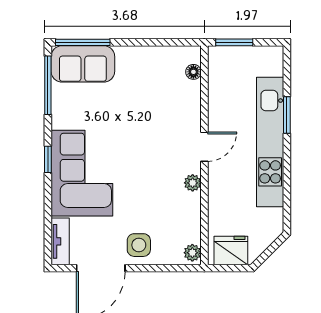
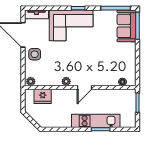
kitchen unit: (270, 142) -> (96, 121), width x0.73
door: (204, 147) -> (85, 87), hinge flipped
fridge: (231, 250) -> (43, 96), moved, turned 90

